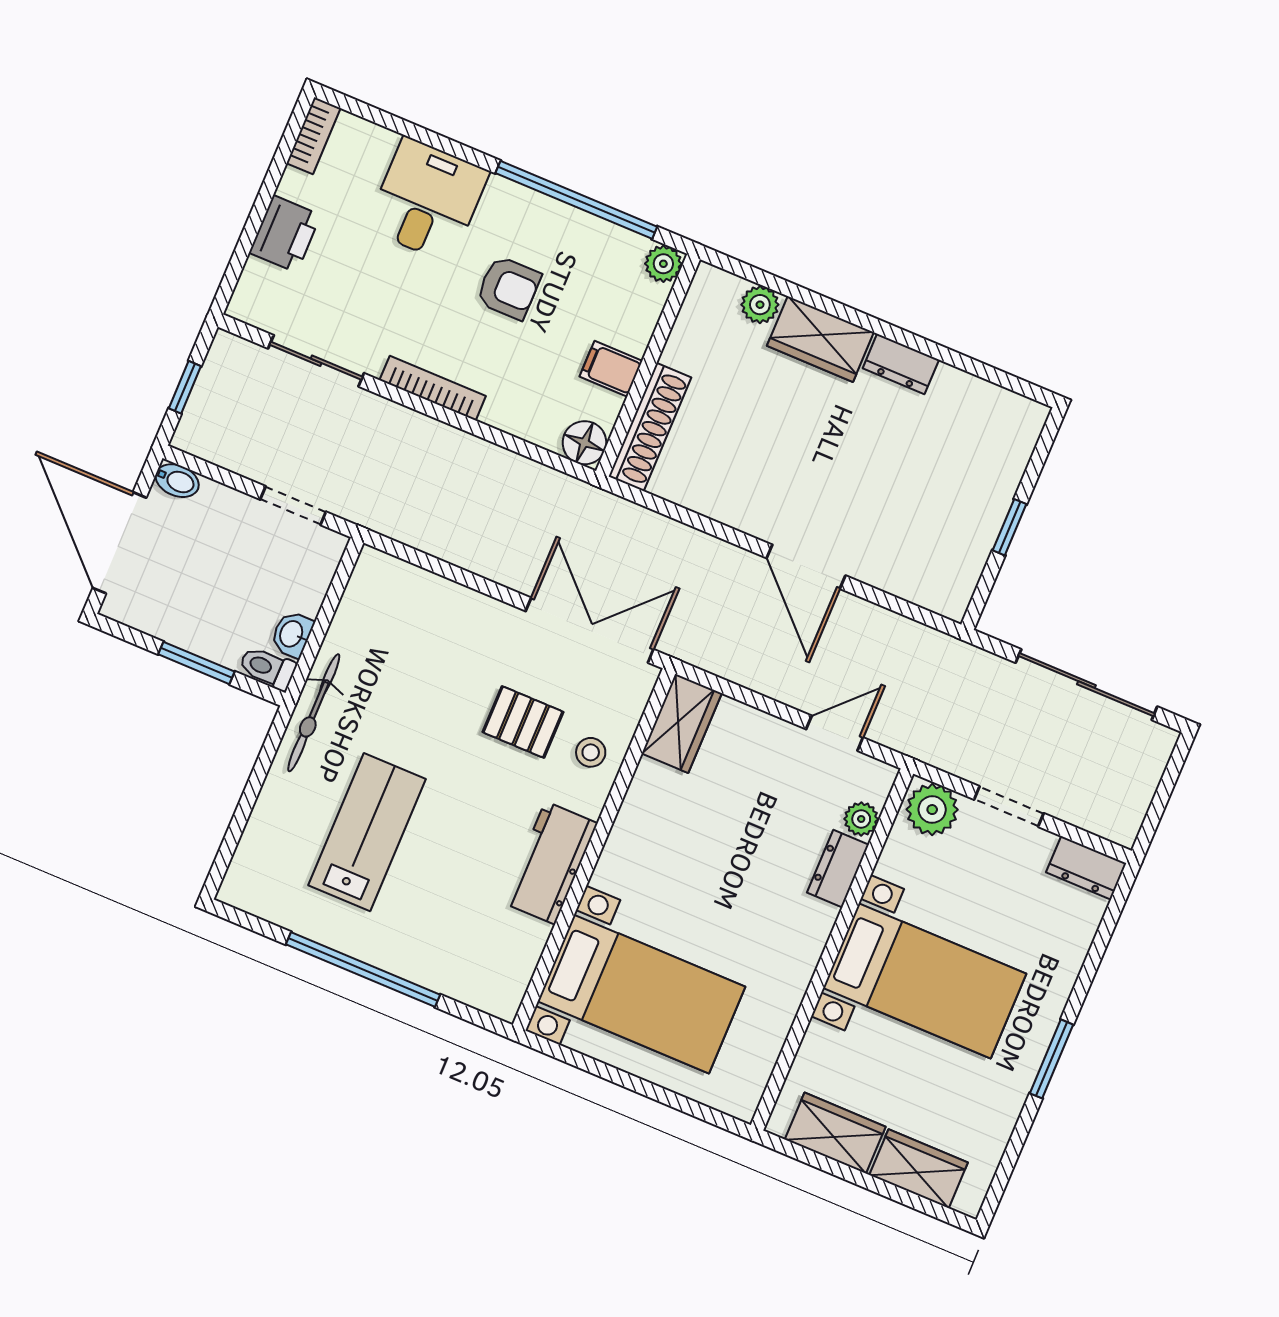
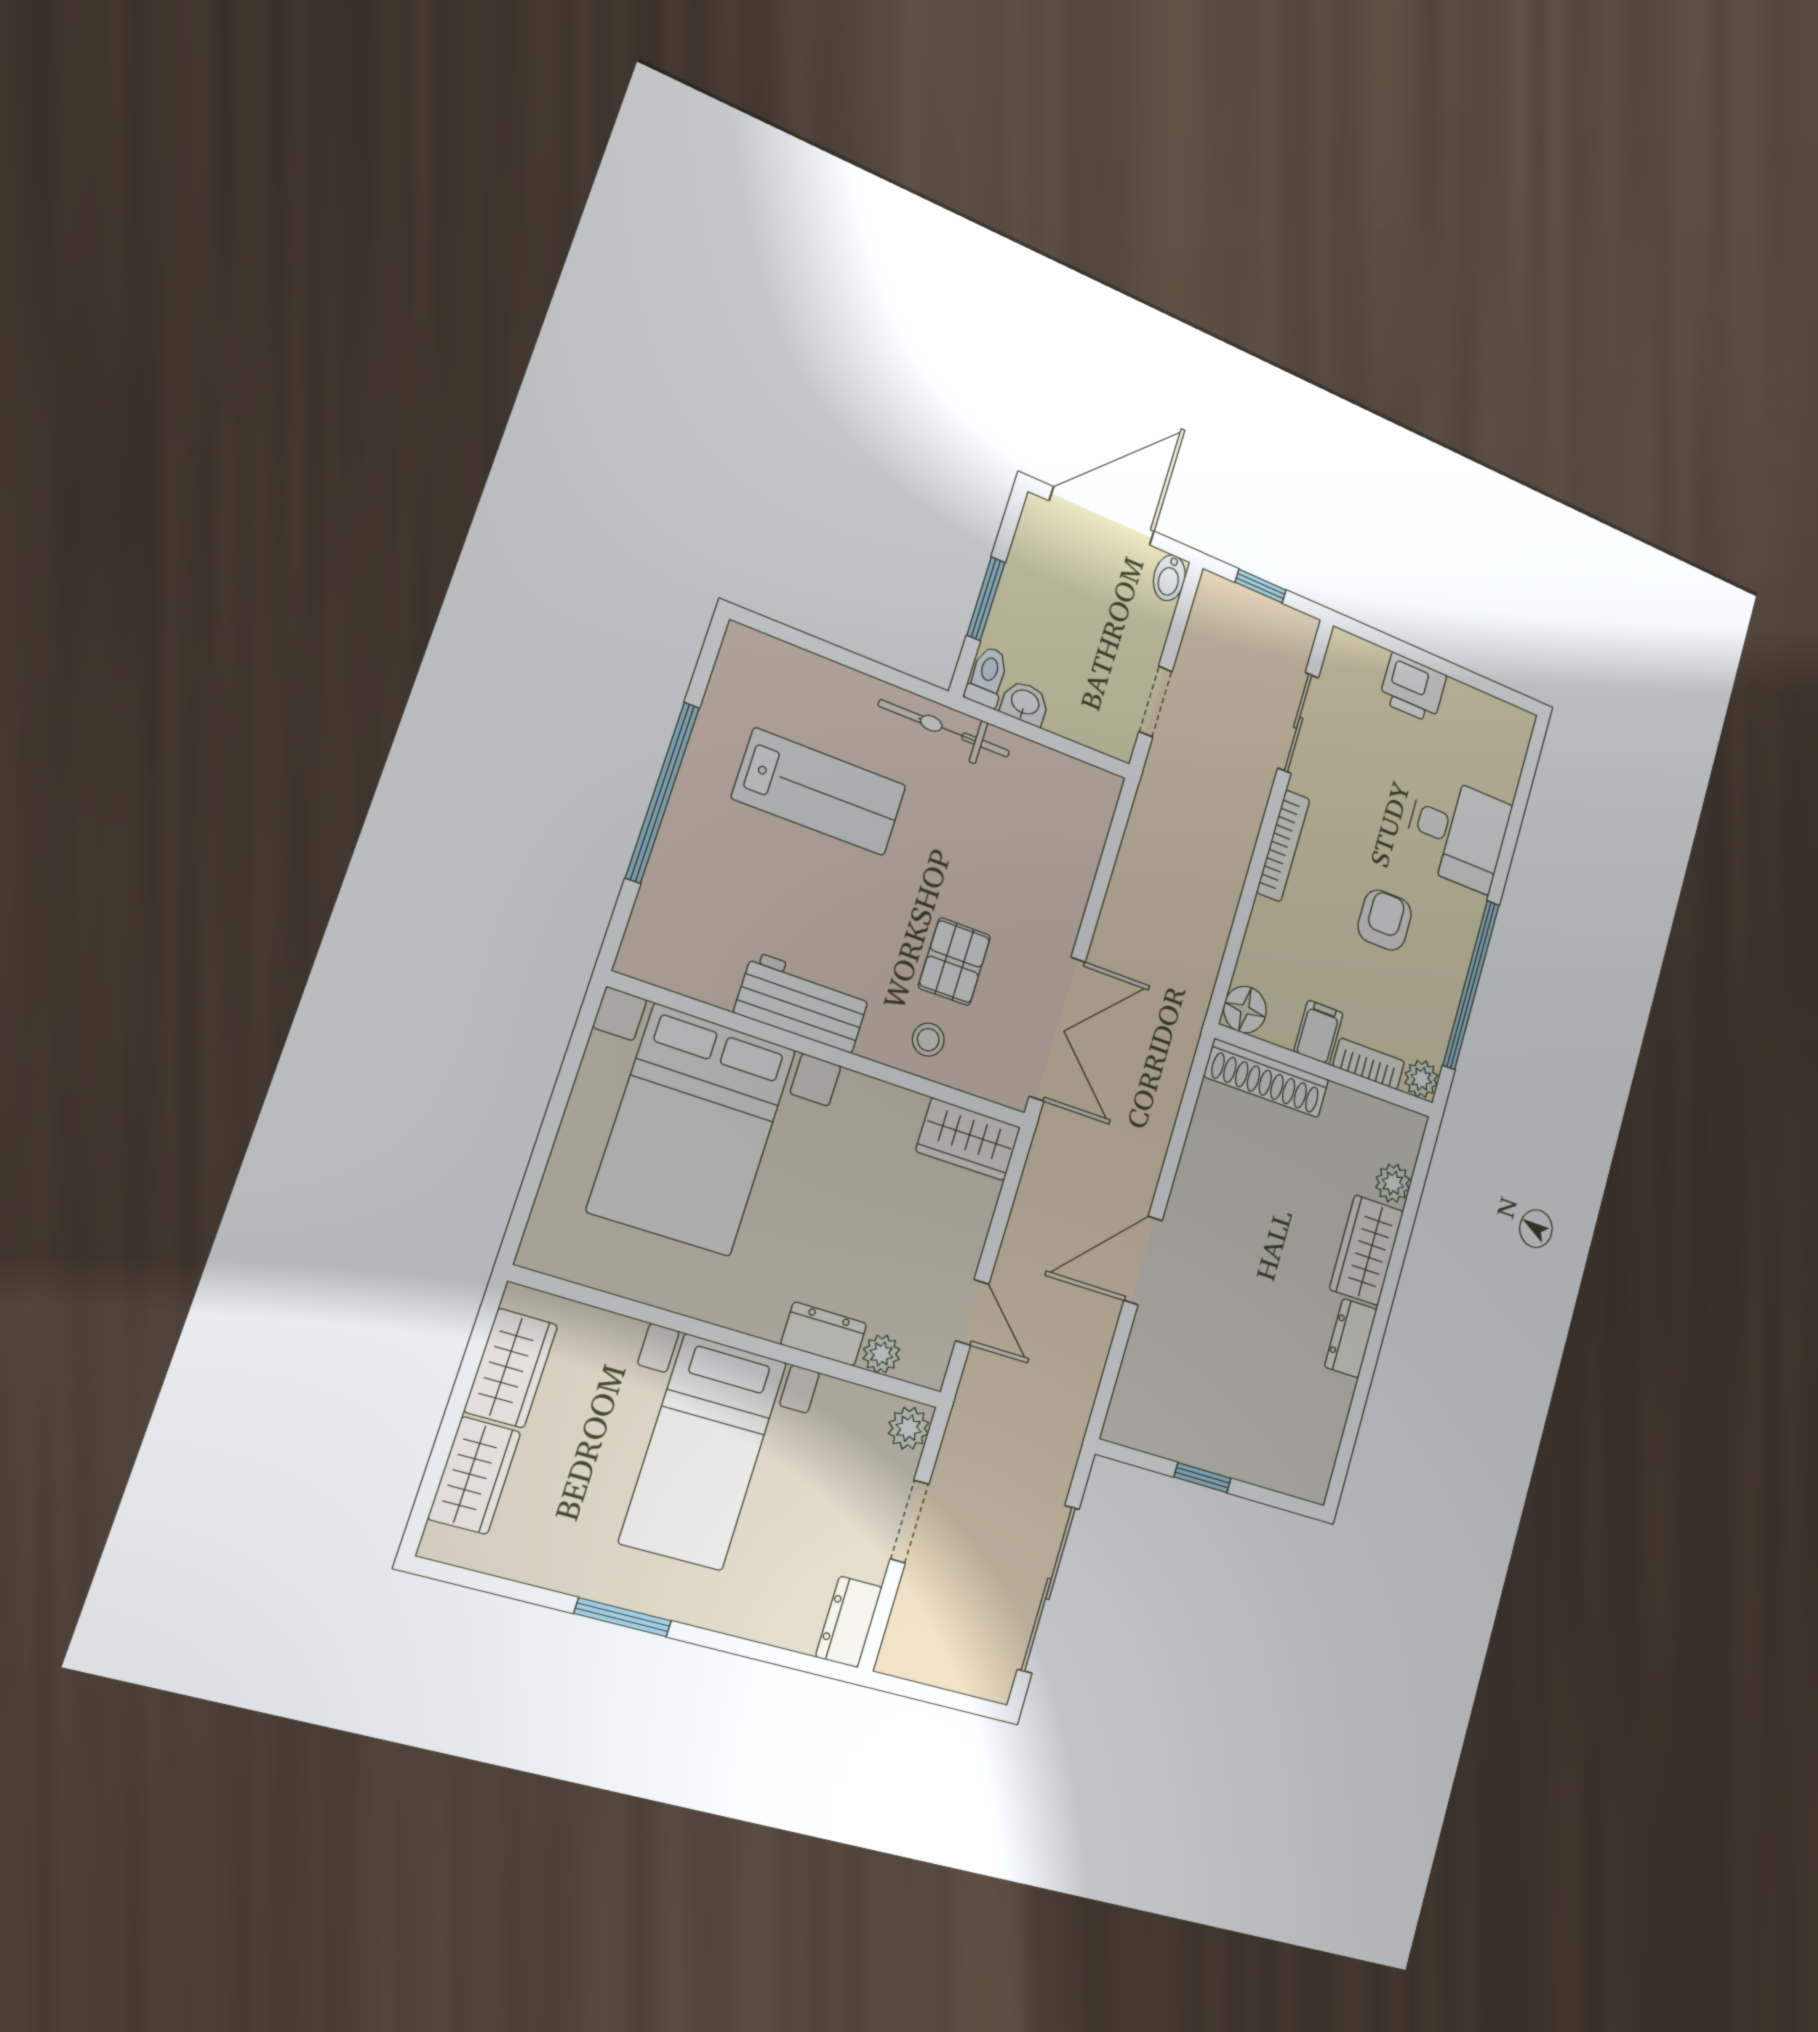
bookcase: (314, 136) -> (1369, 1064), moved, turned 180
armchair: (509, 288) -> (1385, 920), turned 180
plant: (932, 810) -> (909, 1428), width x0.73, depth x0.73
bed with nightstands: (641, 994) -> (692, 1130), width x1.36

